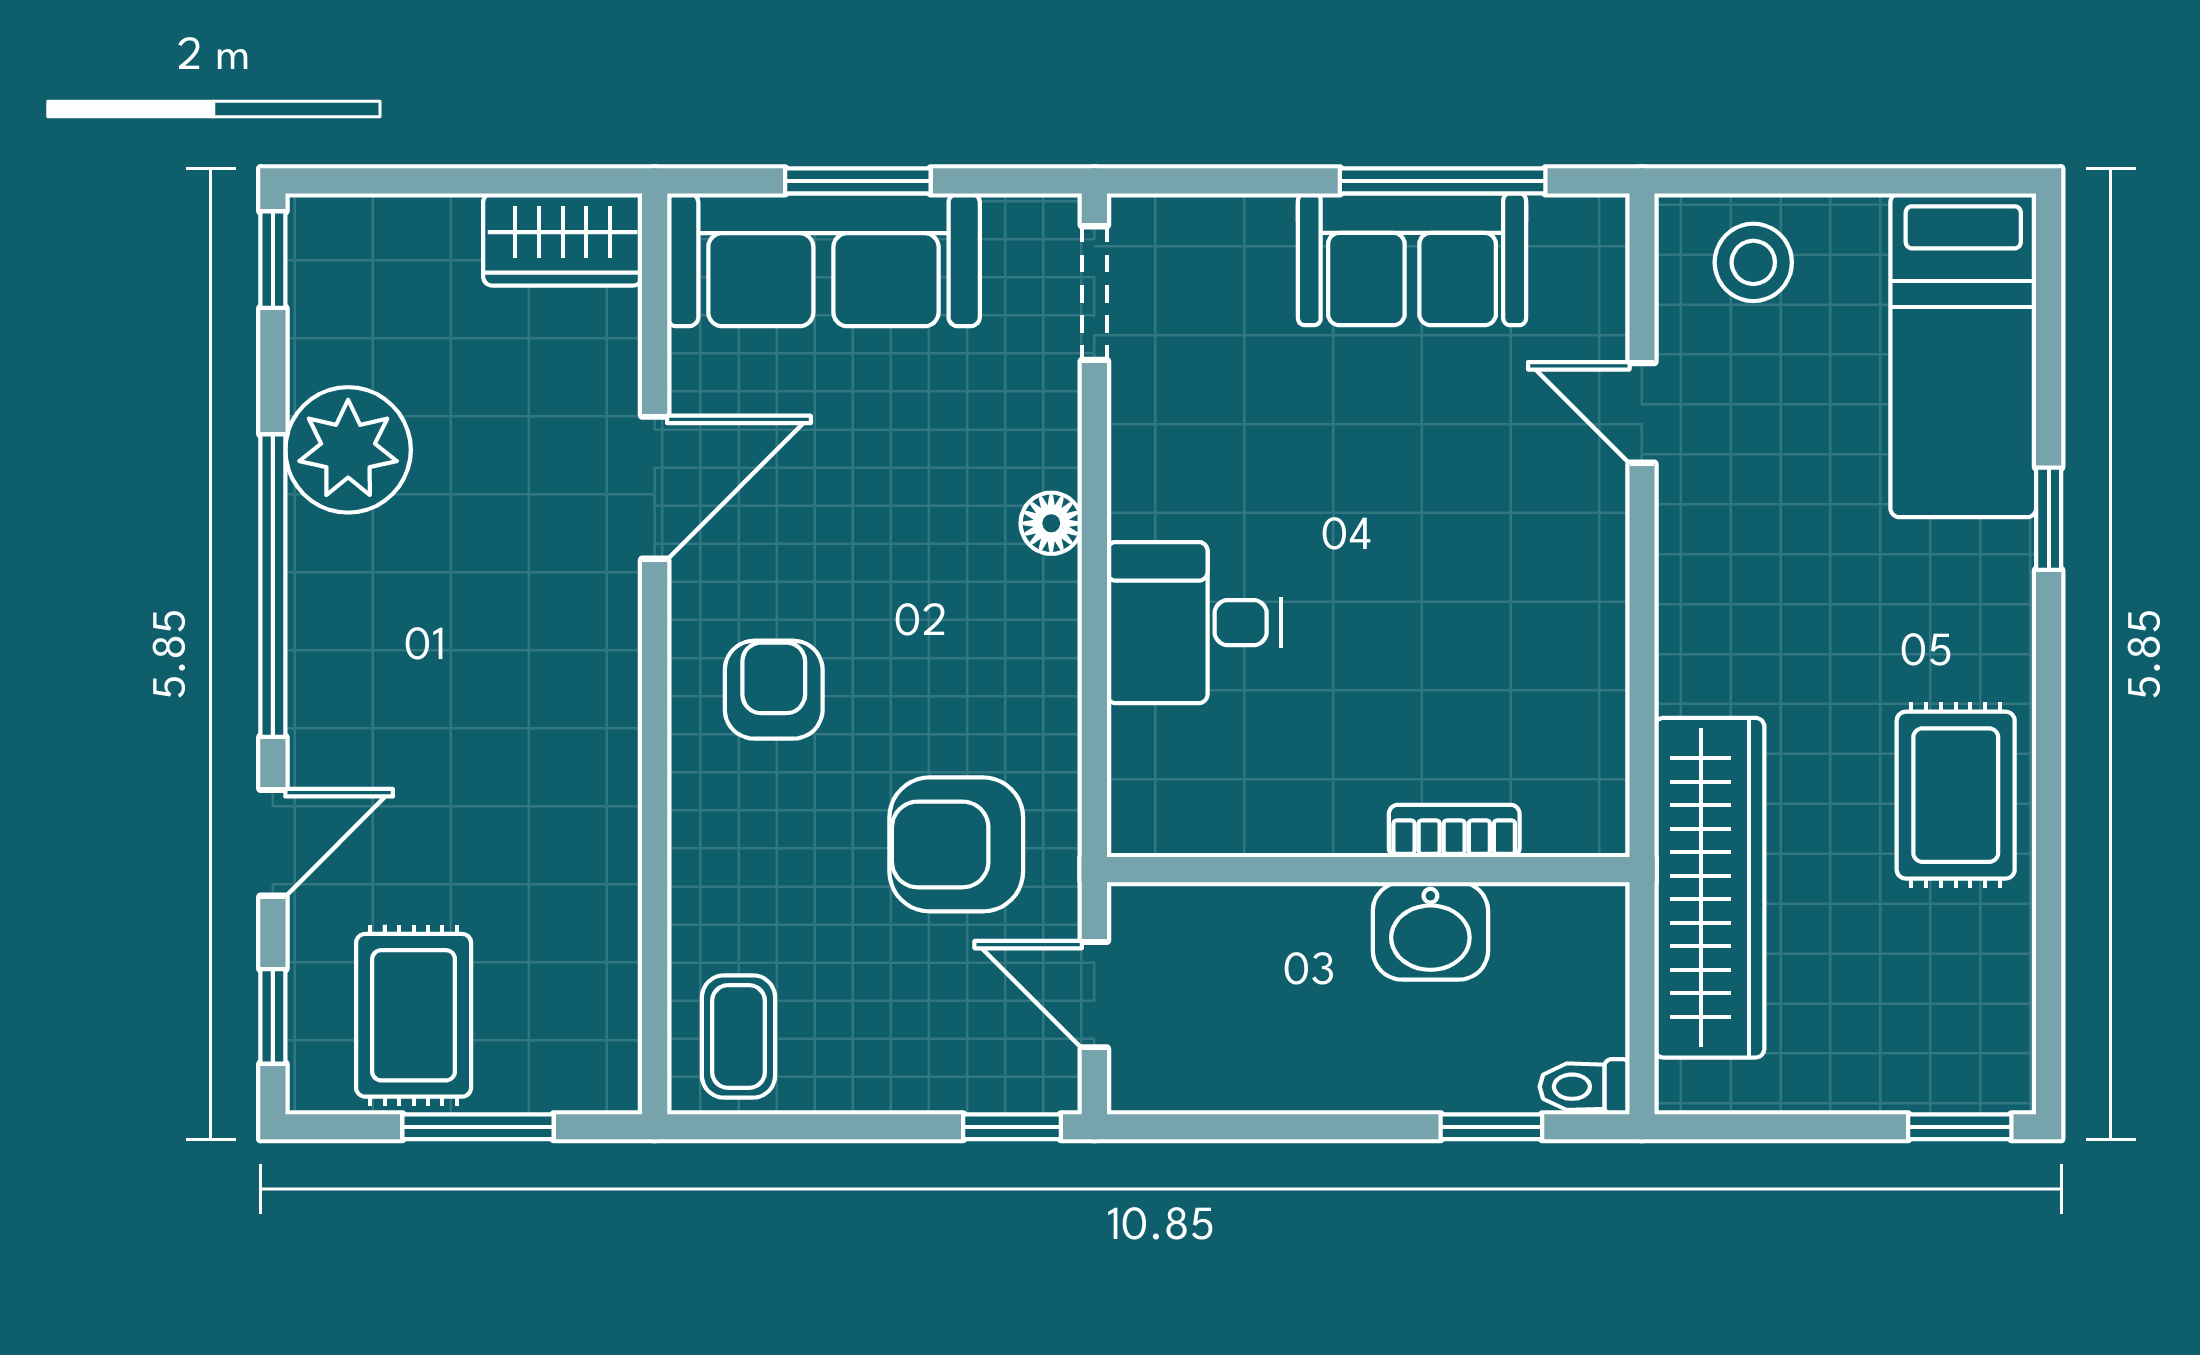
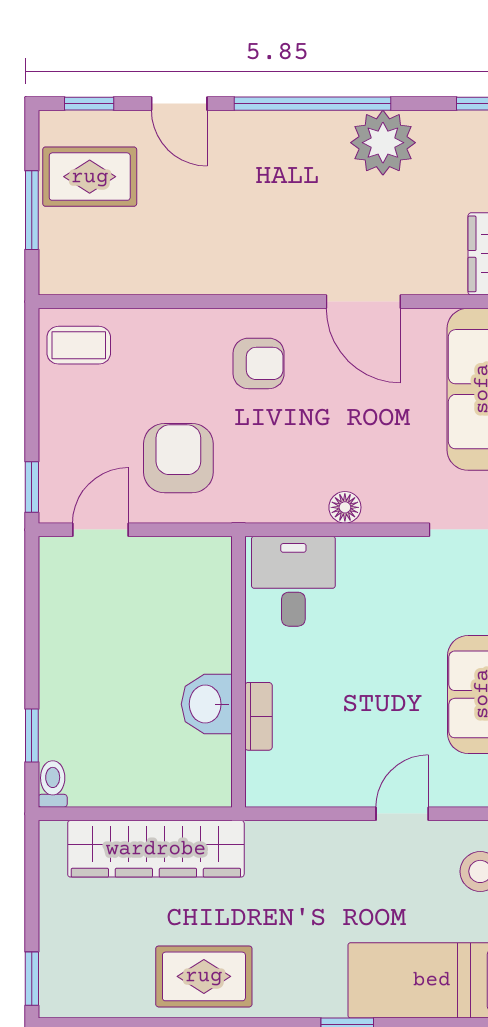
bookcase: (1454, 831) -> (258, 716), moved
wall: (1368, 870) -> (238, 672), moved
washbasin: (1430, 931) -> (207, 704), moved

